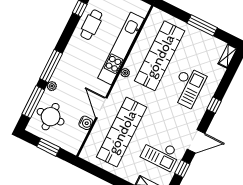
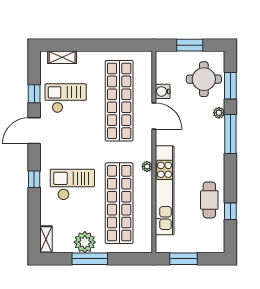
plant: (200, 39) -> (85, 242), added
checkout: (188, 87) -> (72, 185), turned 90
window: (33, 102) -> (230, 86), width x0.69

